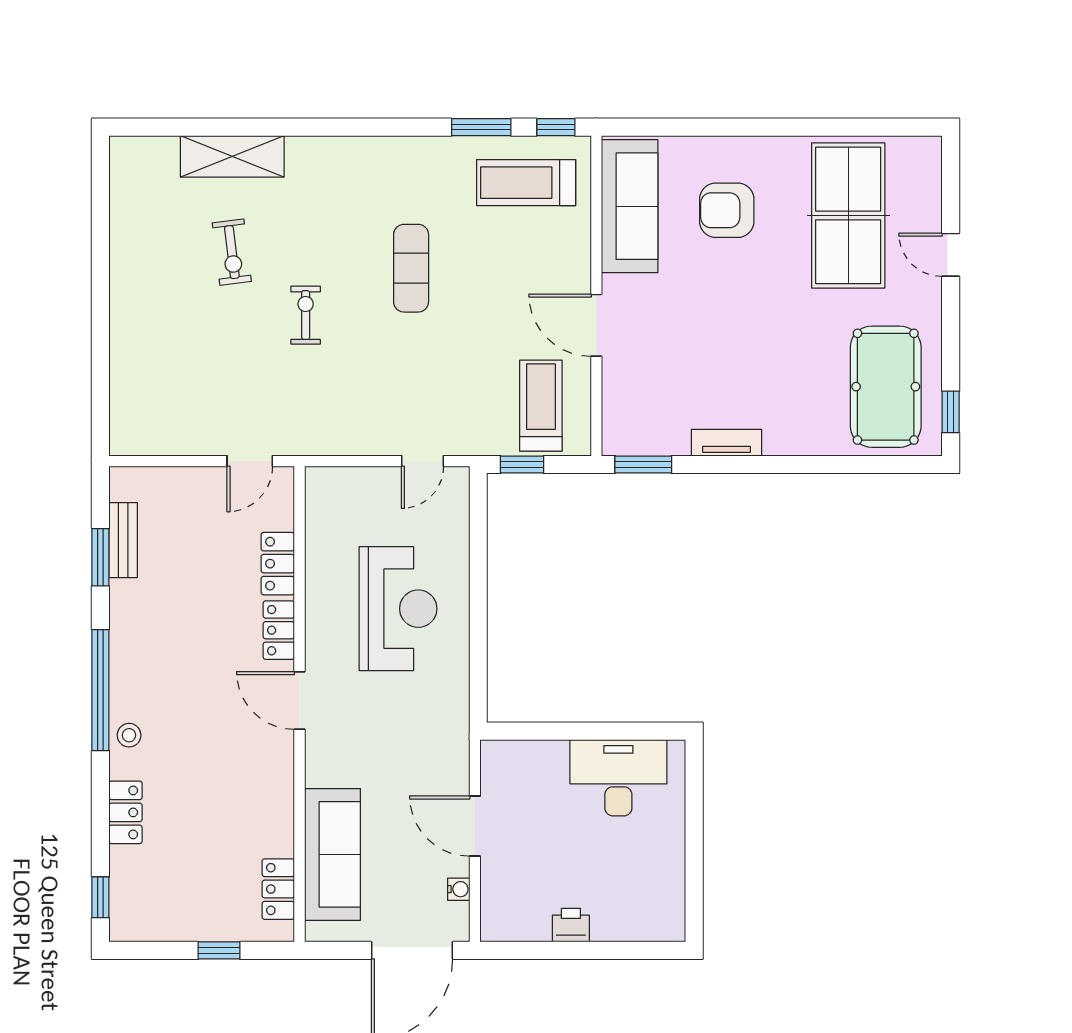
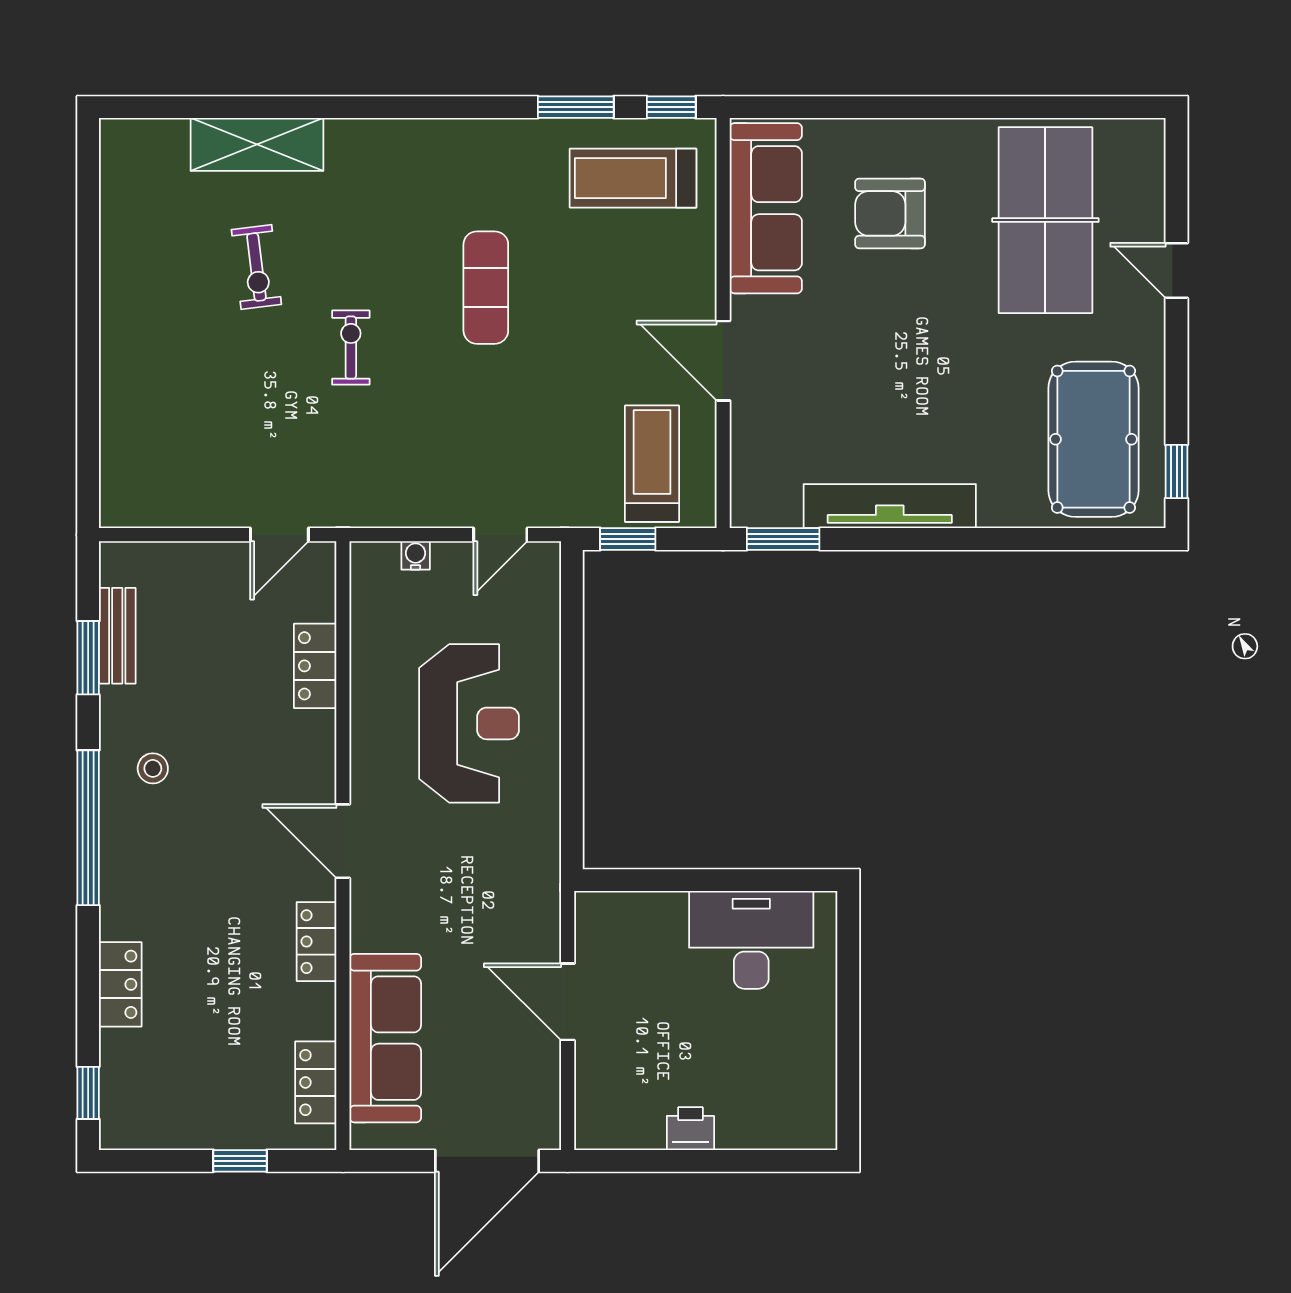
tv unit: (727, 443) -> (890, 506), width x1.92, depth x1.29
locker: (279, 630) -> (316, 942), moved
stool: (129, 735) -> (153, 768), moved
water cooler: (459, 889) -> (416, 555), moved, turned -90

